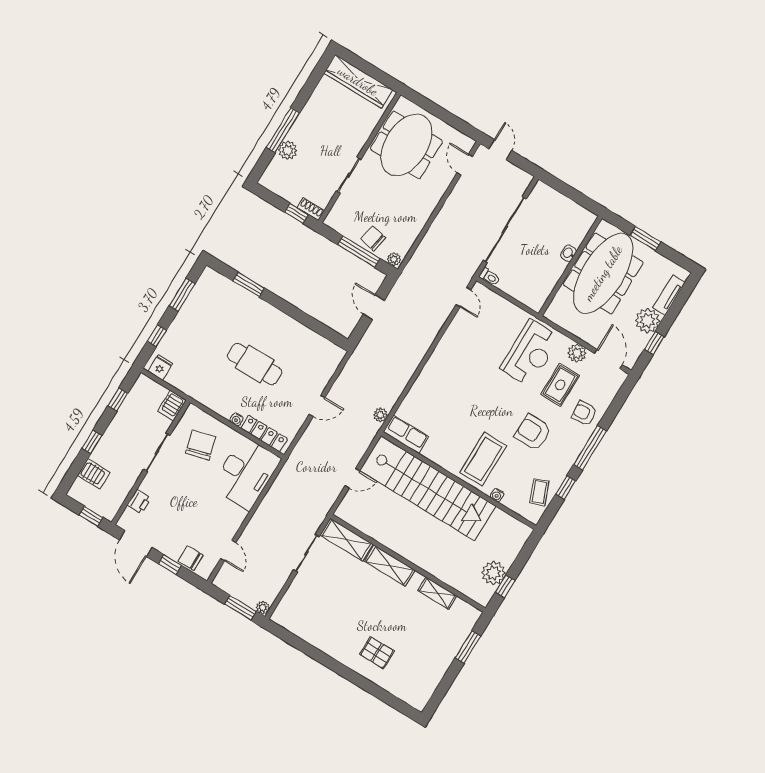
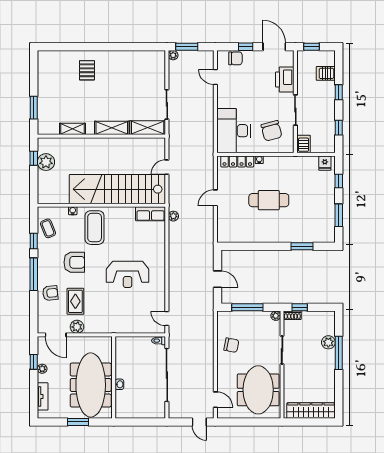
chair: (373, 238) -> (231, 345), moved
plant: (394, 259) -> (276, 316), moved
plant: (647, 321) -> (42, 369), width x0.53, depth x0.53
reception desk: (530, 353) -> (128, 274), moved, turned -90
printer: (139, 502) -> (285, 79), width x1.87, depth x1.48
pallet: (377, 653) -> (87, 70), turned 90

